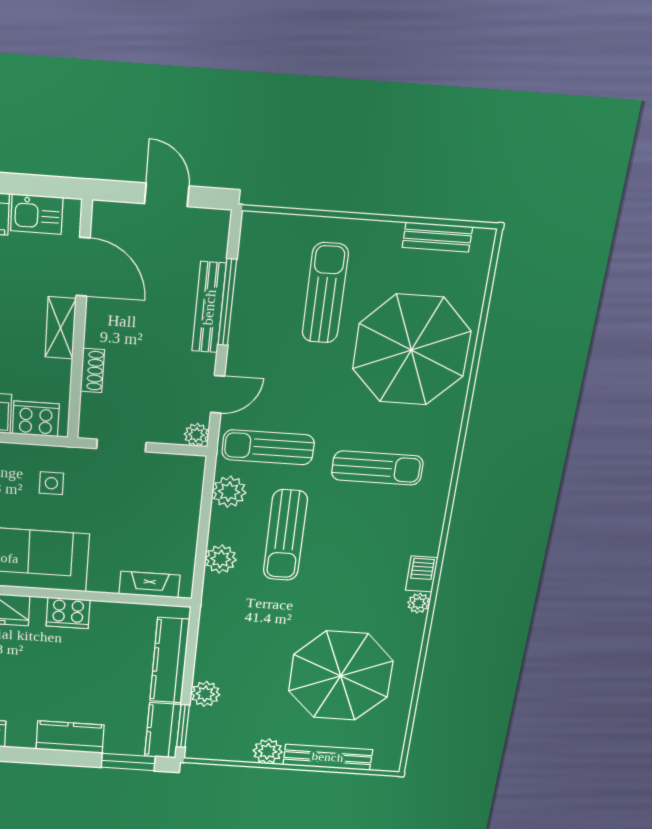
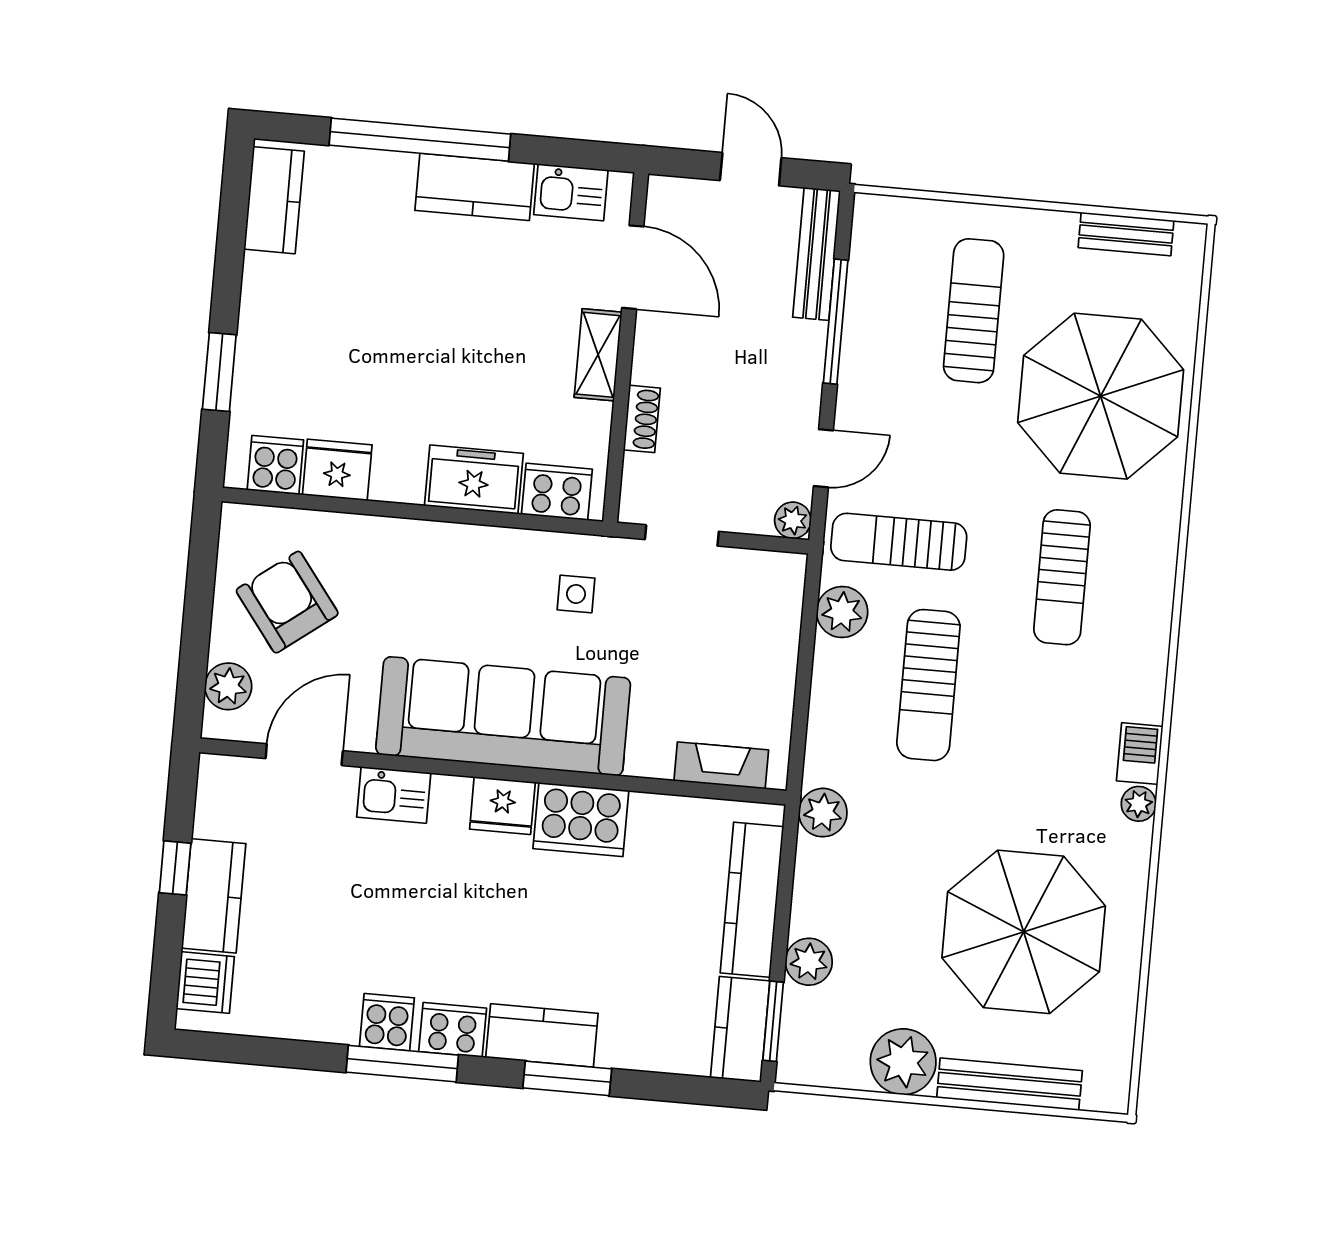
bench: (209, 307) -> (817, 254), moved
sun lounger: (377, 468) -> (1062, 577), turned 90
plant: (221, 559) -> (823, 813), moved
cooker: (68, 613) -> (581, 820), width x1.37, depth x1.31
kitchen counter: (70, 737) -> (542, 1035), moved
plant: (268, 751) -> (903, 1062), width x1.36, depth x1.36
window: (128, 762) -> (567, 1078), moved

